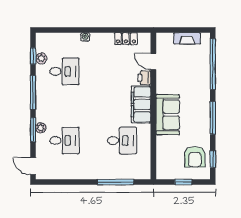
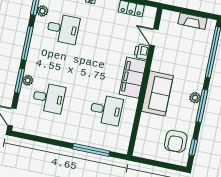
plant: (205, 111) -> (195, 98), added
window: (183, 182) -> (159, 164), removed

